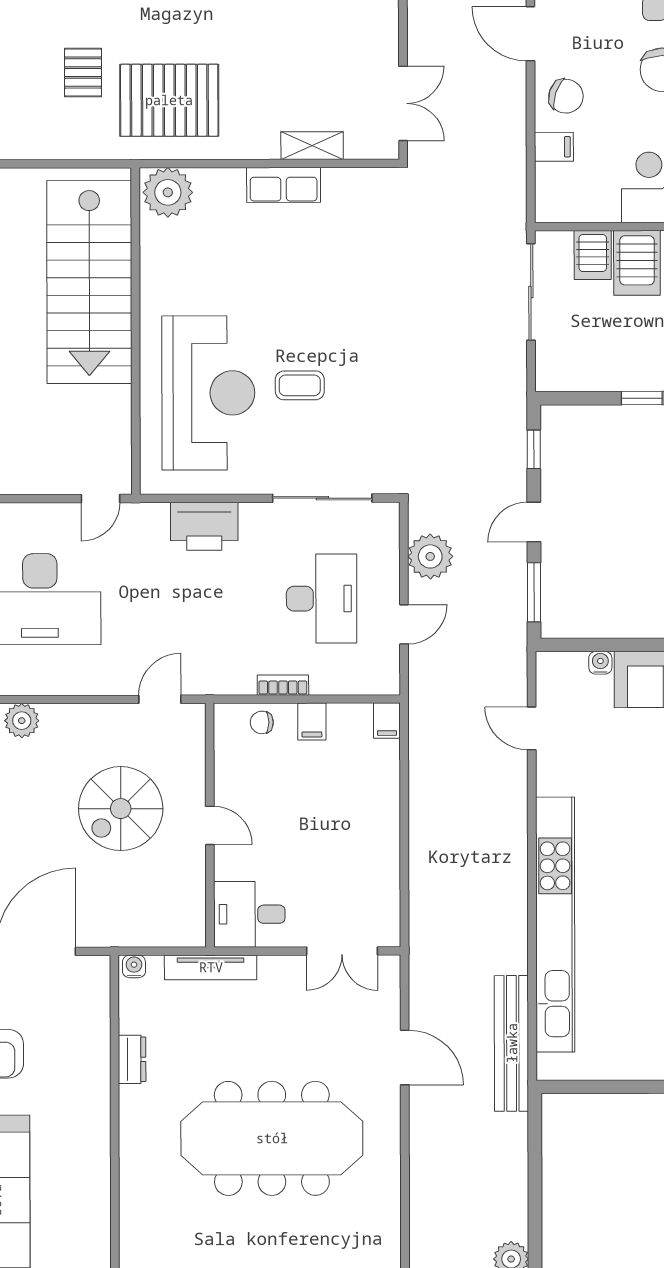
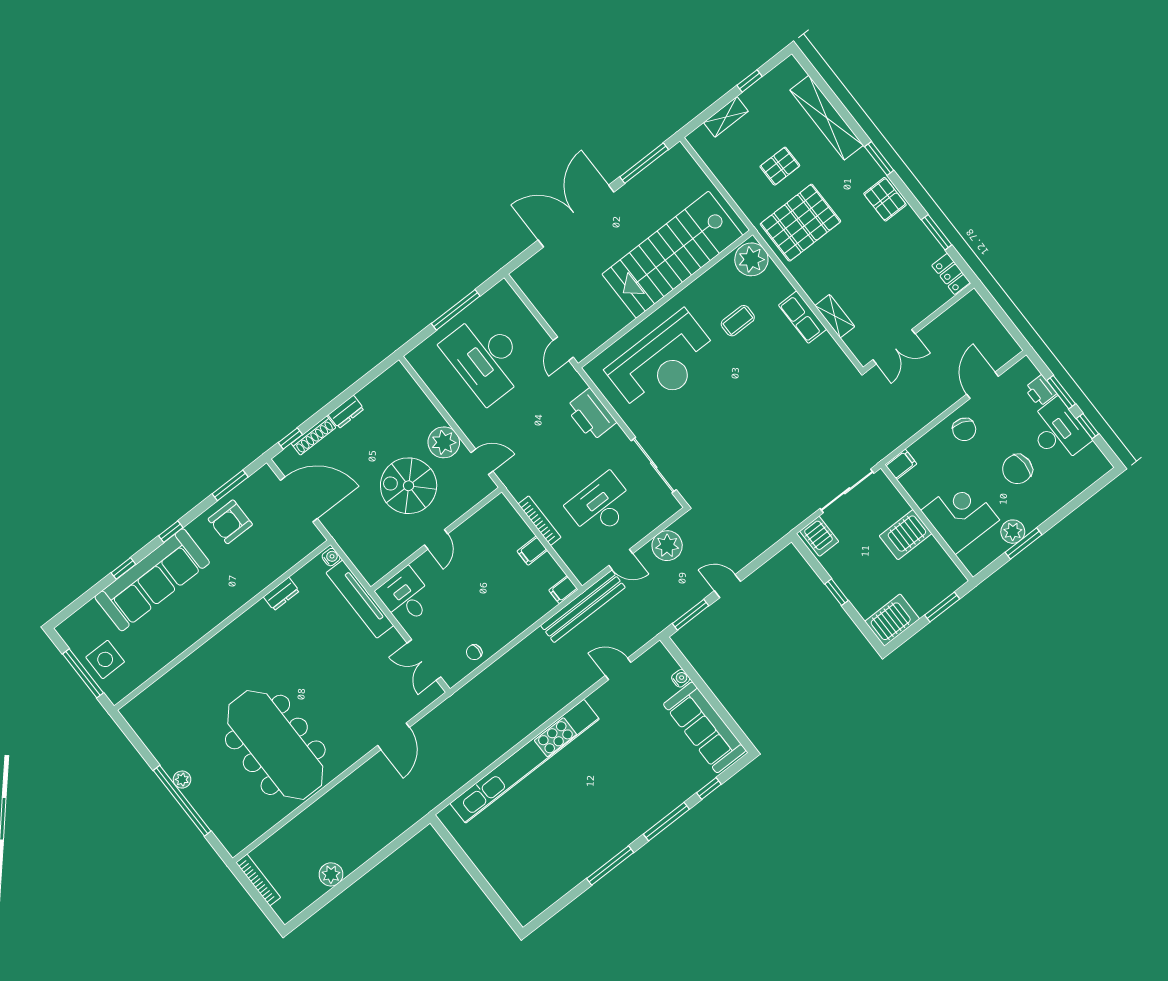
pallet: (169, 100) -> (800, 223), turned 90
filing cabinet: (554, 147) -> (901, 464), moved, turned -90
server rack: (593, 255) -> (819, 536), moved, turned -90
coffee table: (300, 385) -> (738, 321), moved, turned 90
window: (534, 449) -> (766, 556), removed
door: (101, 499) -> (563, 349), hinge flipped
desk: (322, 599) -> (601, 506), turned 180
bookcase: (283, 685) -> (540, 521), width x1.56
plant: (22, 721) -> (444, 442), moved, width x1.36, depth x1.36
chair: (262, 722) -> (474, 652), moved, turned -90
door: (532, 728) -> (618, 669), hinge flipped
tv unit: (211, 967) -> (360, 599), width x1.36, depth x1.29
bench: (512, 1043) -> (583, 606), moved
meeting table: (272, 1138) -> (275, 745), moved

